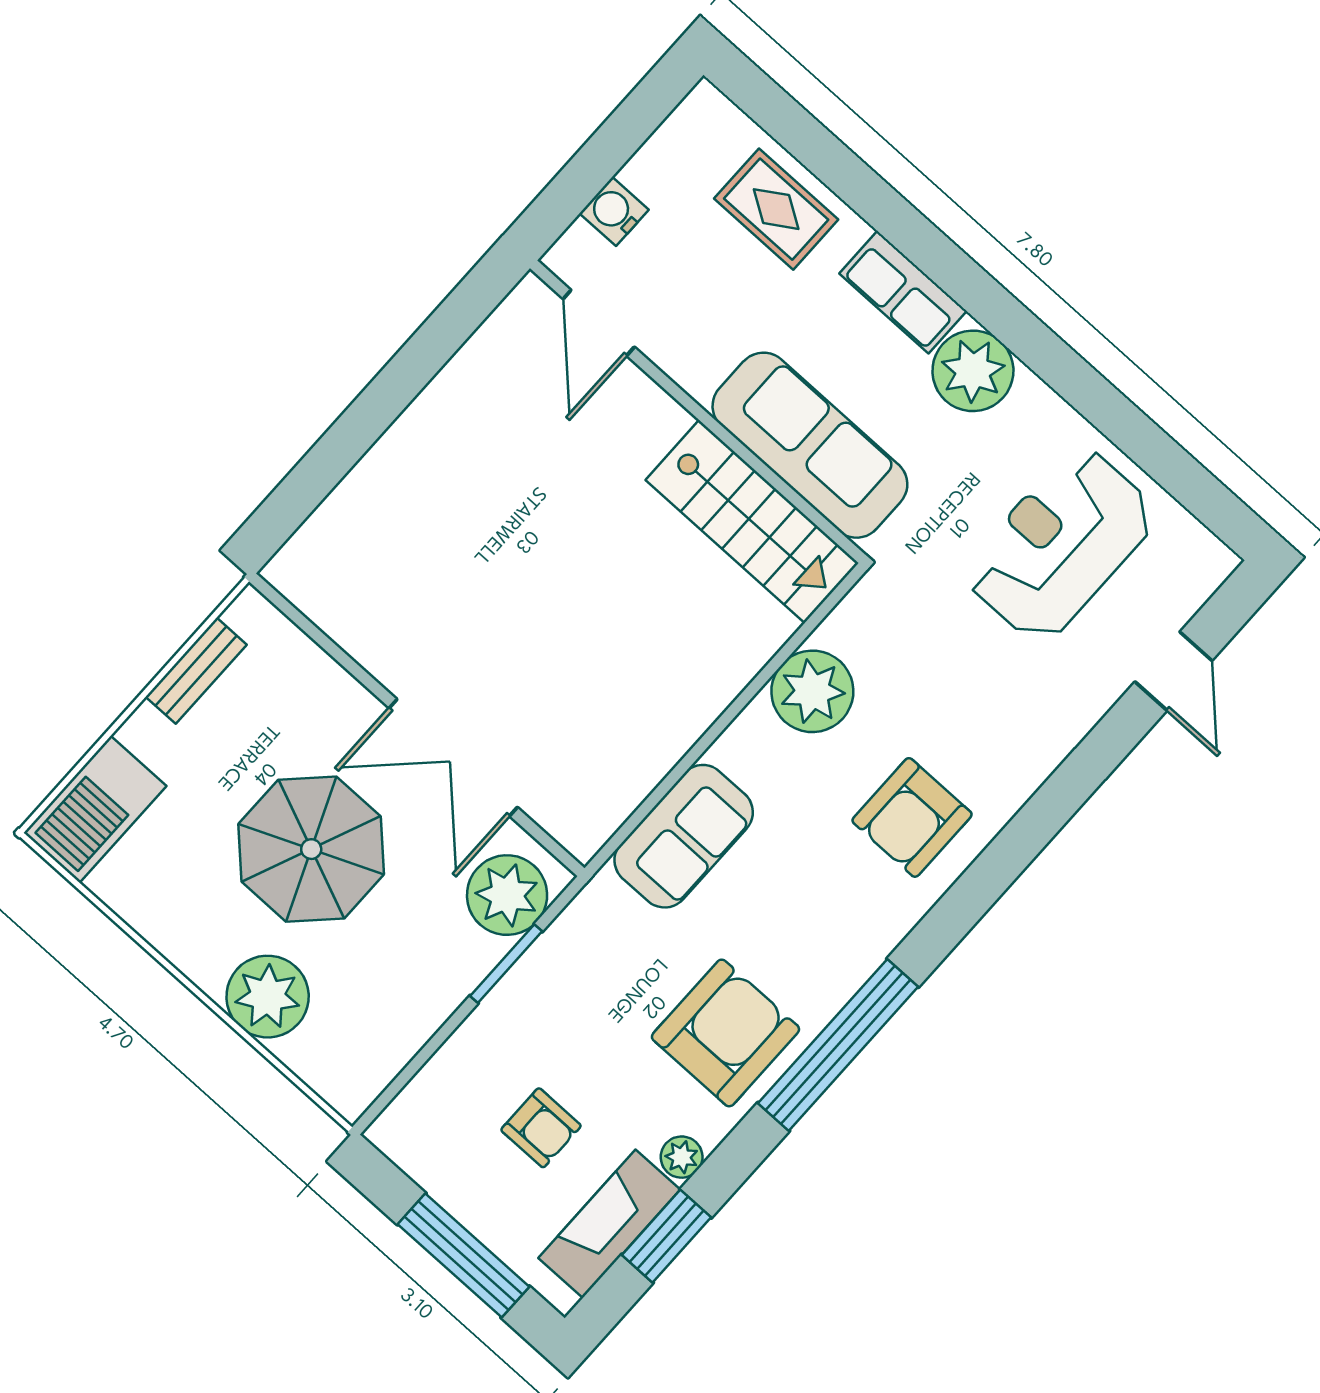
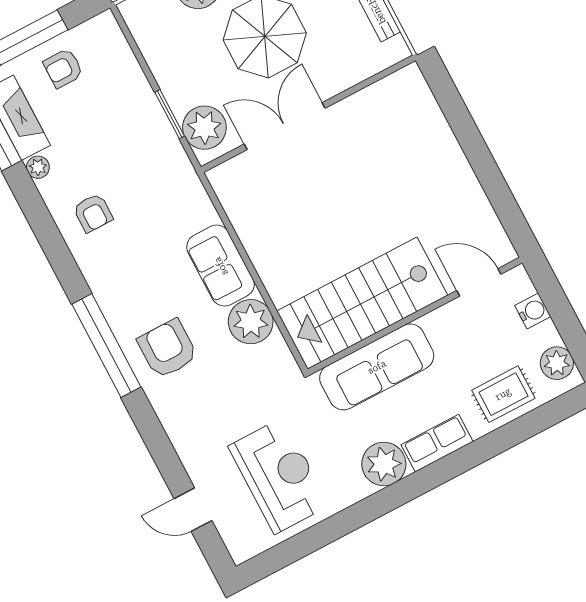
plant: (689, 137) -> (557, 363), added
stairs: (752, 522) -> (362, 303), width x1.36, depth x1.51
sofa: (684, 836) -> (221, 266), moved
armchair: (725, 1033) -> (93, 213), width x0.53, depth x0.53
window: (838, 1045) -> (106, 346), moved
armchair: (541, 1128) -> (63, 68), moved

